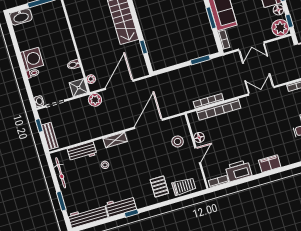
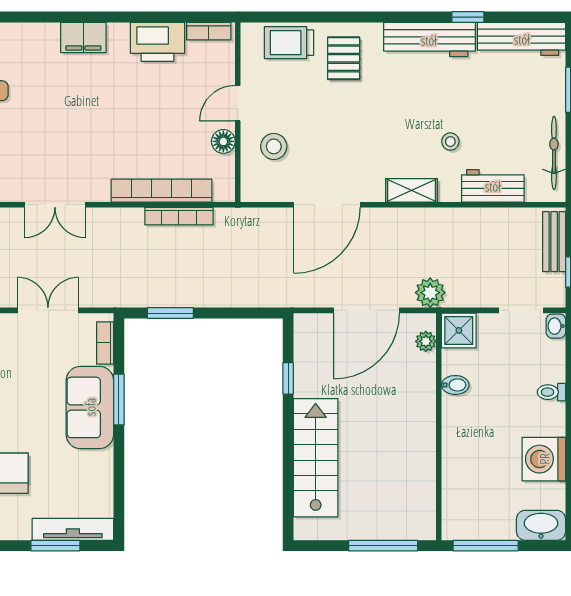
washing machine: (32, 59) -> (544, 459), moved
workbench: (121, 206) -> (429, 40), width x1.38
window: (131, 213) -> (468, 17), moved

